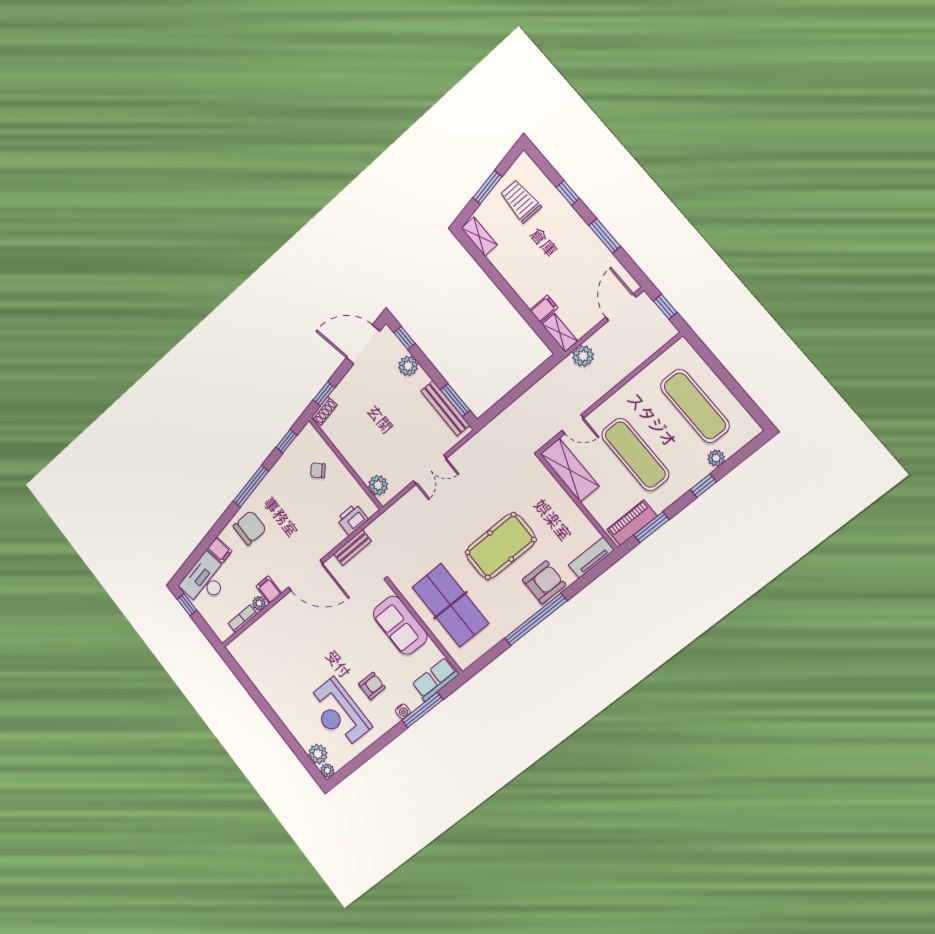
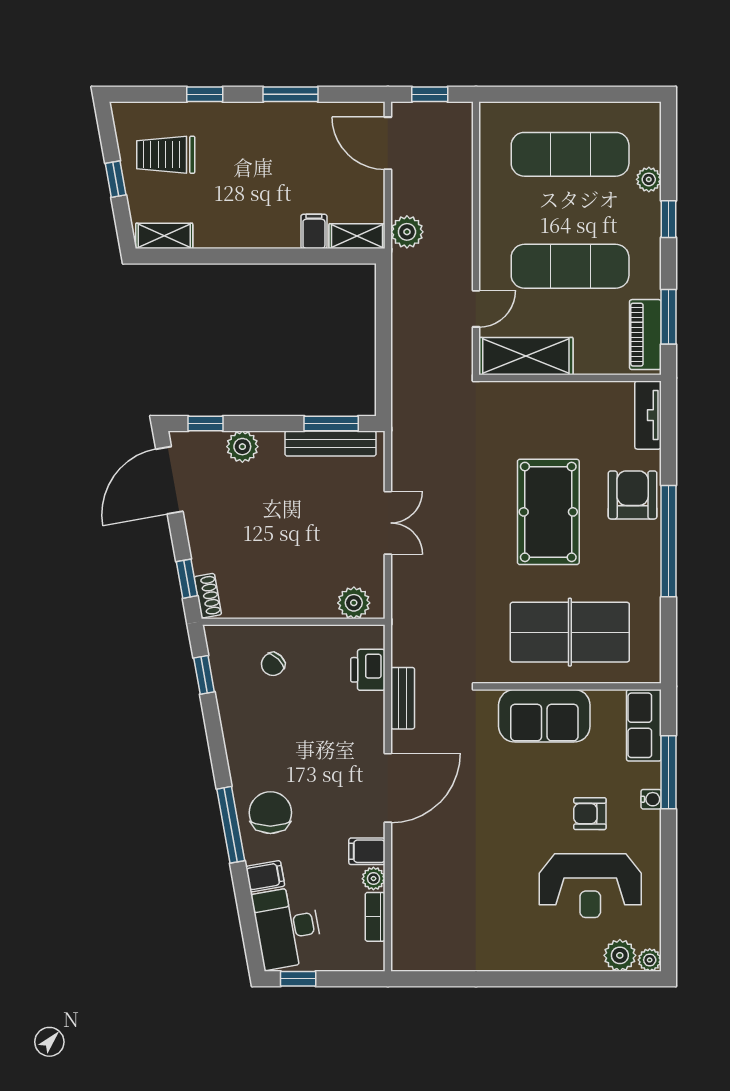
window: (487, 187) -> (116, 179), width x0.67
window: (251, 486) -> (231, 825), moved
armchair: (372, 686) -> (590, 814), turned -90

